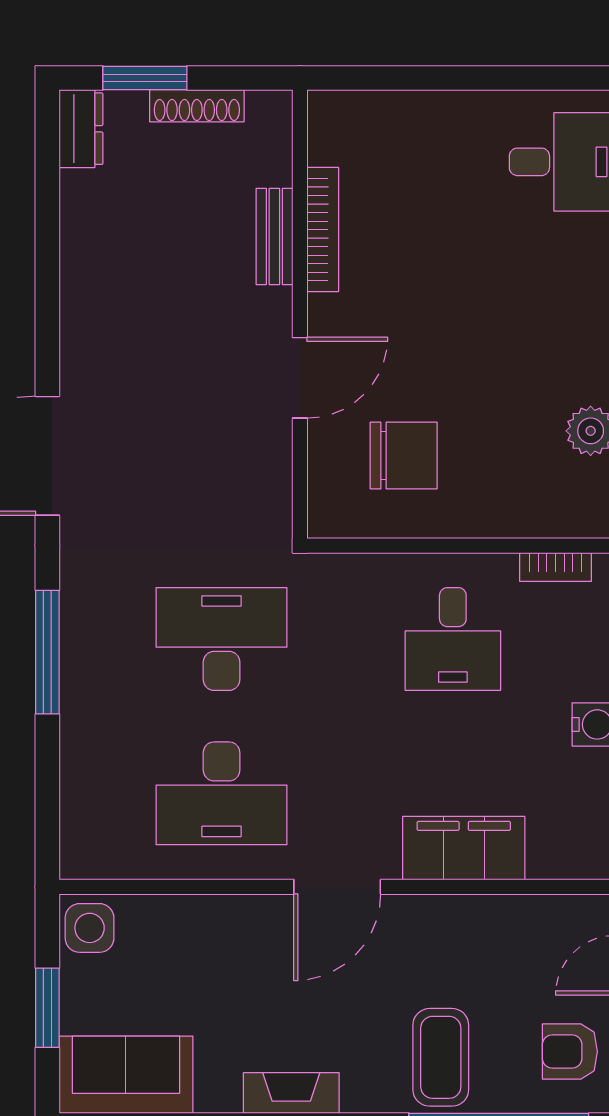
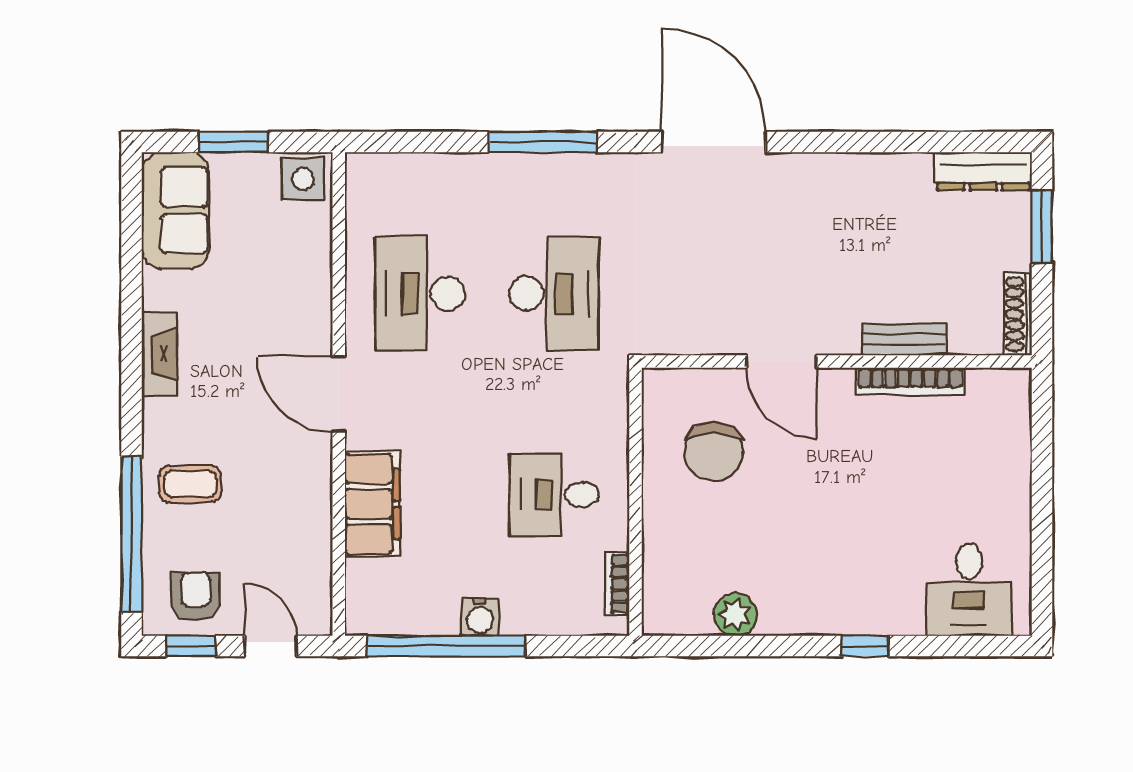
shoe rack: (197, 106) -> (1018, 314), moved
dresser: (81, 129) -> (983, 171), width x1.44
coffee table: (441, 1057) -> (190, 484), width x0.73, depth x0.77

